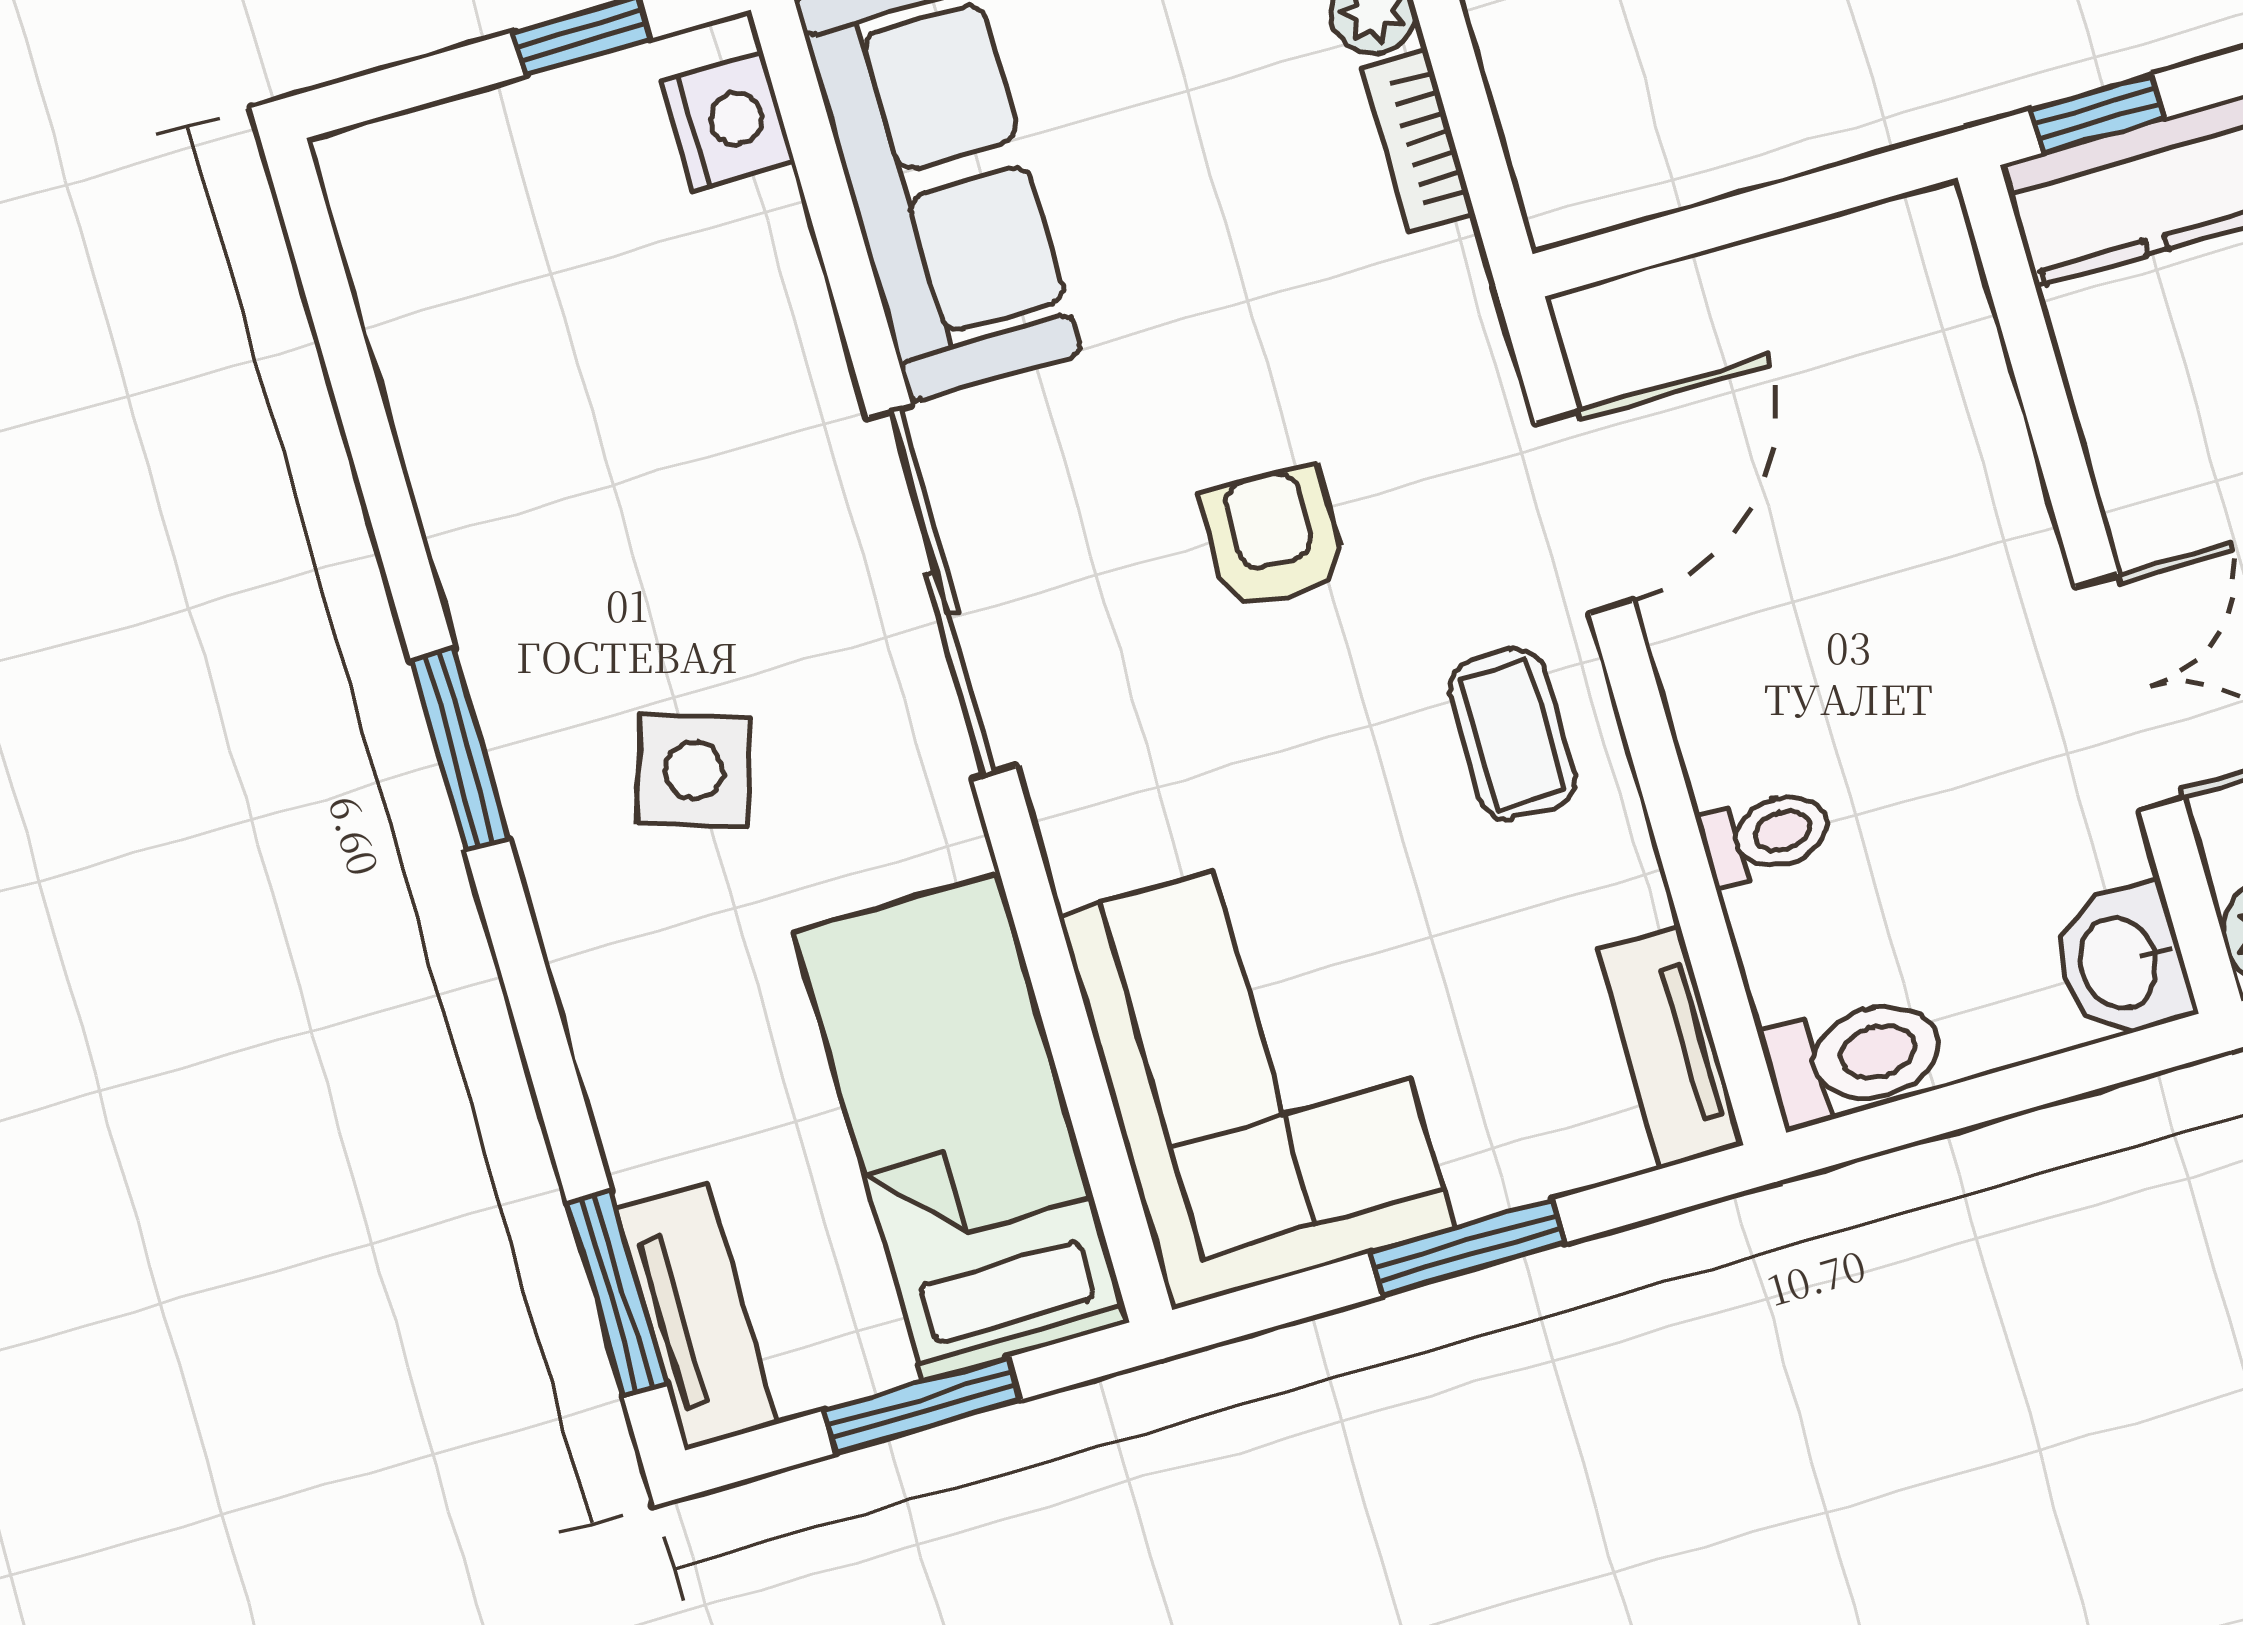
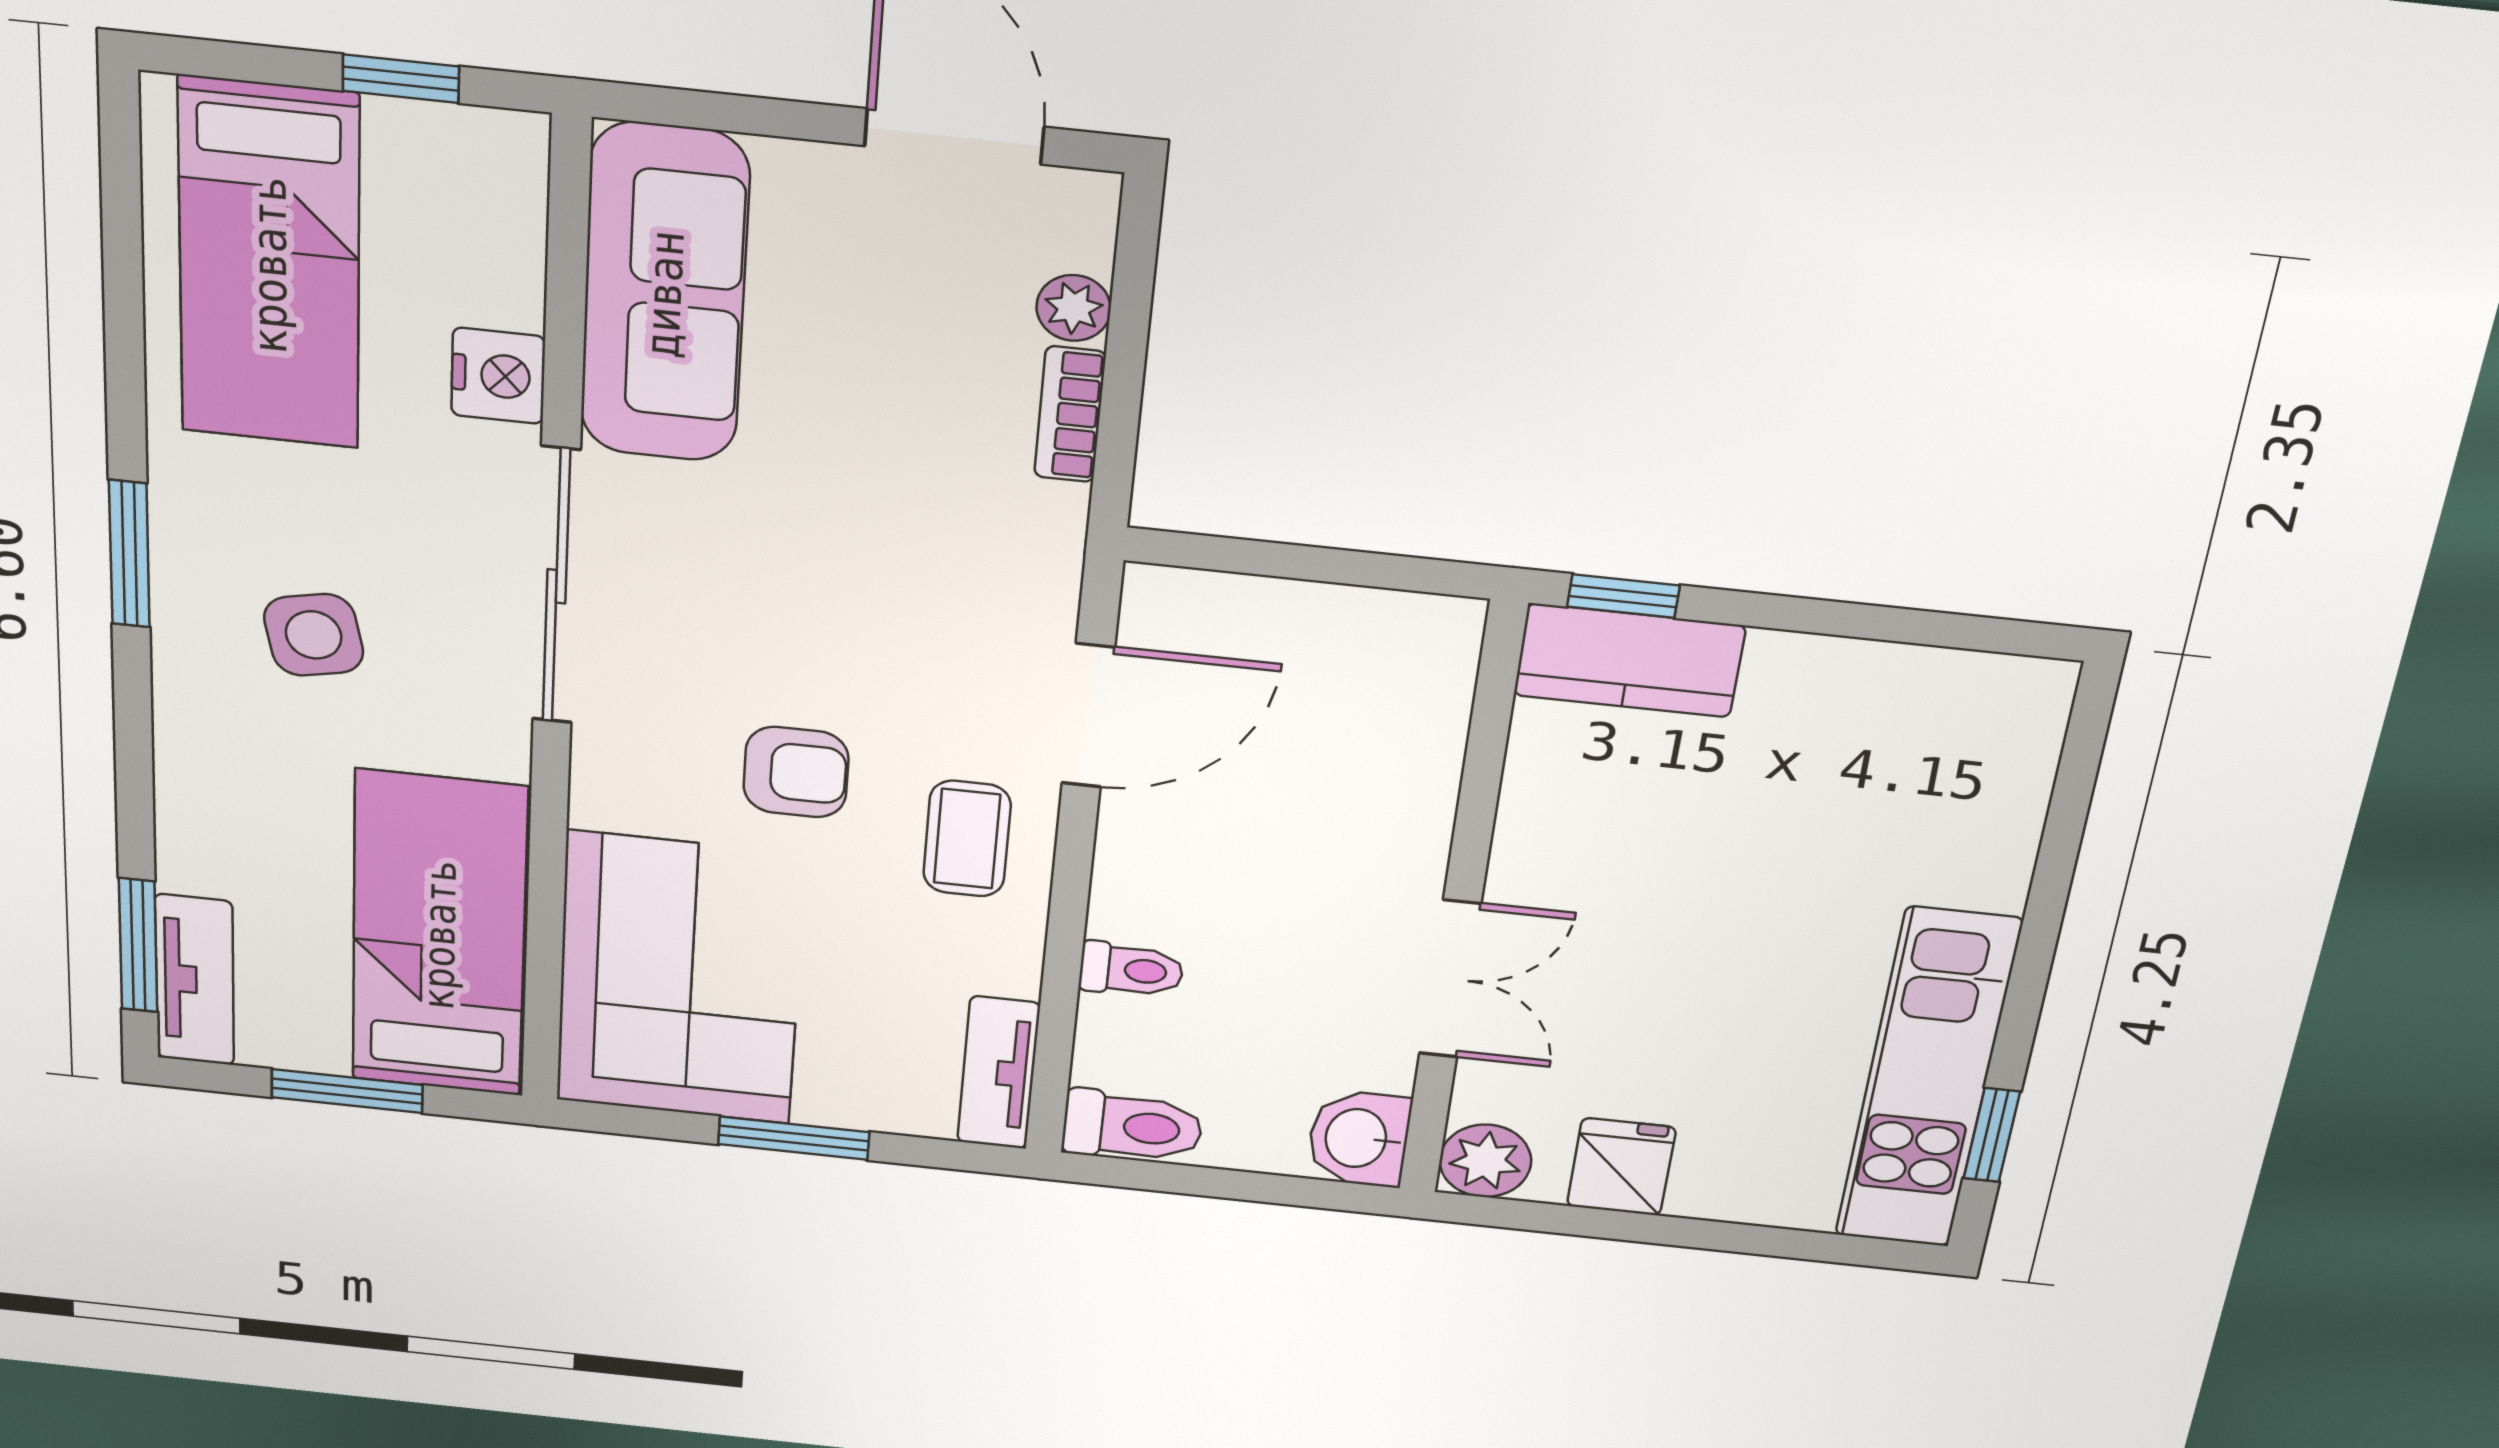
nightstand: (728, 121) -> (498, 376), moved
bed: (509, 315) -> (269, 265), added
armchair: (1273, 538) -> (796, 772), moved, turned 88
side table: (694, 770) -> (314, 635), turned -30

